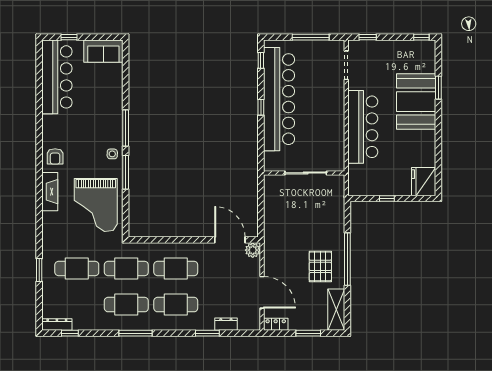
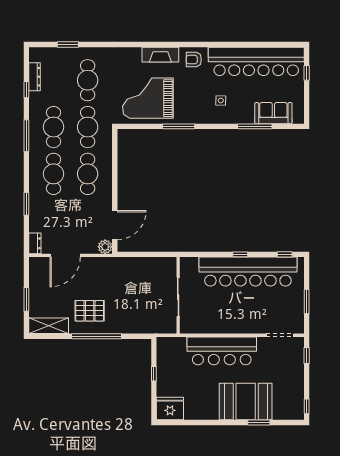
window: (311, 37) -> (307, 302), width x0.69
sofa: (103, 51) -> (273, 113), moved, turned 90
bar counter: (57, 77) -> (256, 61), width x1.36
window: (126, 128) -> (255, 126), moved
side table: (112, 154) -> (221, 100), moved
window: (39, 270) -> (68, 45), moved
dresser: (226, 324) -> (35, 243), moved
locker: (276, 324) -> (35, 268), removed
dresser: (57, 325) -> (35, 77), moved
window: (70, 333) -> (26, 90), moved

